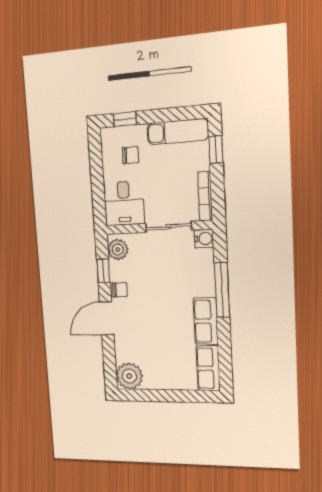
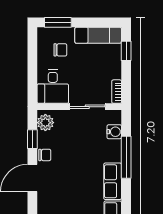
window: (125, 119) -> (58, 22), width x1.50
bookcase: (205, 196) -> (117, 92), width x0.64
water cooler: (204, 239) -> (114, 132), moved

